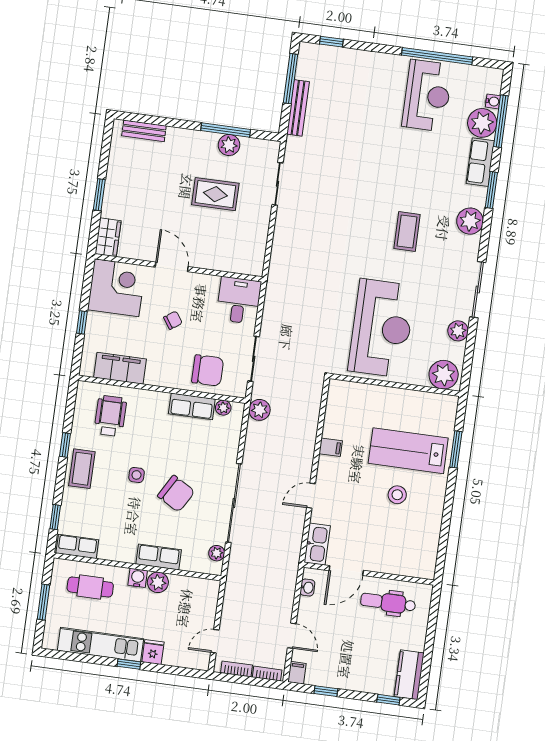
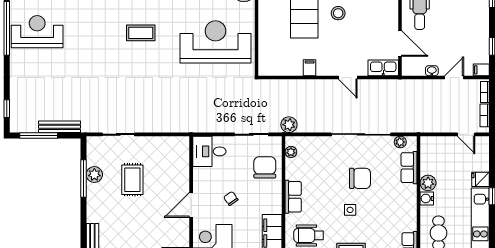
row of seats: (192, 406) -> (293, 197), moved
chair: (176, 494) -> (360, 178), turned 60
row of seats: (159, 557) -> (409, 168), moved
washbasin: (307, 588) -> (432, 71), moved

